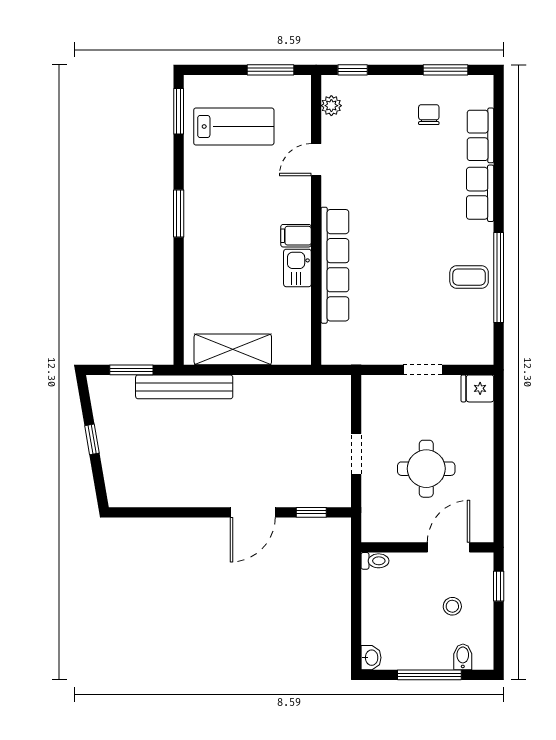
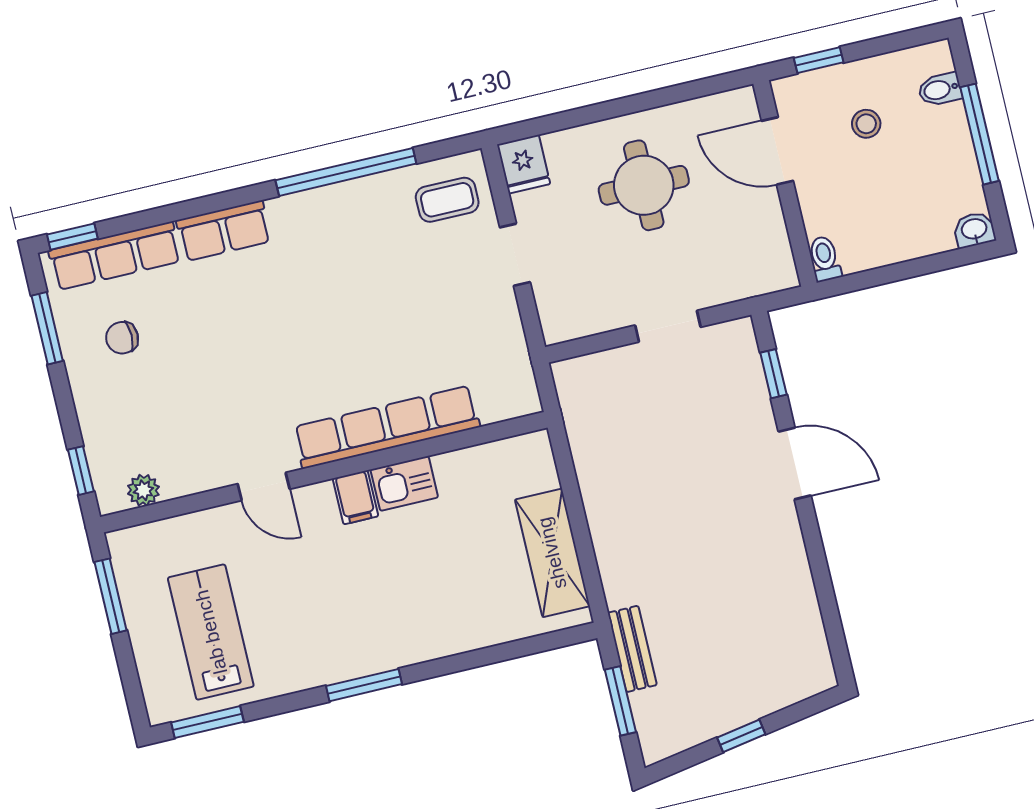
window: (499, 99) -> (72, 237), added
row of seats: (480, 135) -> (115, 256), width x1.48
door: (316, 160) -> (264, 486), moved
coffee table: (469, 277) -> (447, 200), moved, turned 90
bench: (184, 387) -> (632, 649), width x0.54, depth x0.82
round table: (426, 469) -> (644, 185), moved

